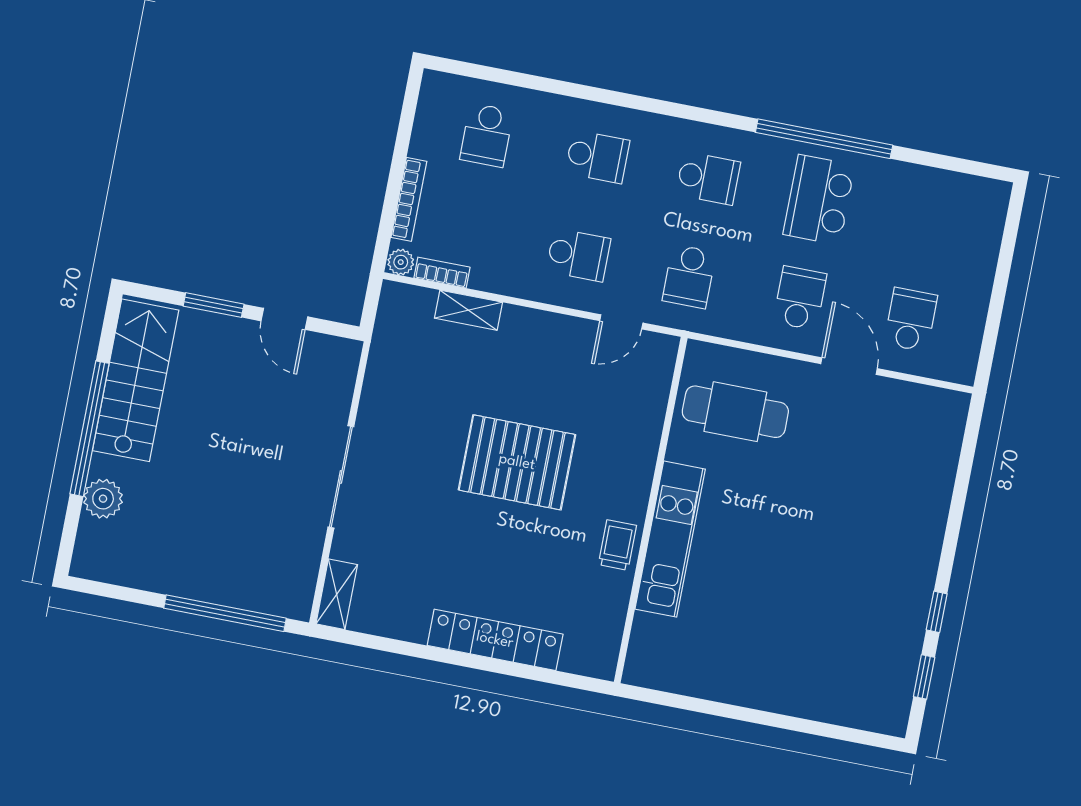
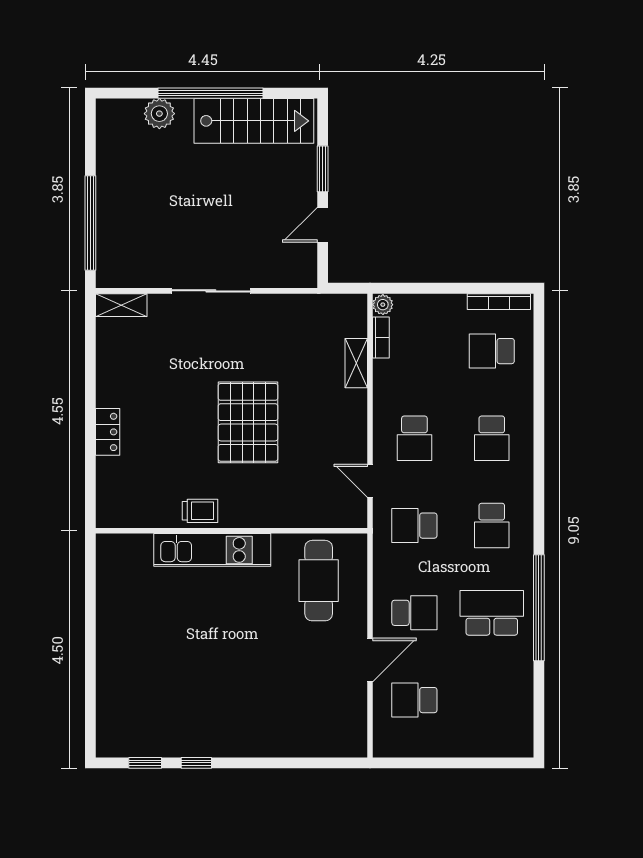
bookcase: (409, 199) -> (499, 302), moved
school desk: (911, 320) -> (414, 700), turned 180
locker: (495, 640) -> (108, 432), width x0.46, depth x0.83

